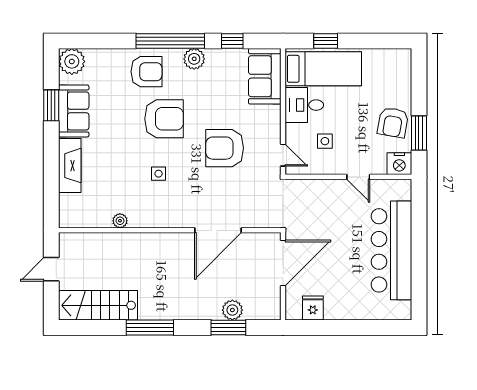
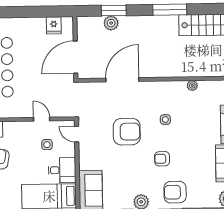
armchair: (164, 119) -> (162, 159), width x0.53, depth x0.53
armchair: (225, 148) -> (127, 132), moved
door: (358, 177) -> (42, 119), moved

